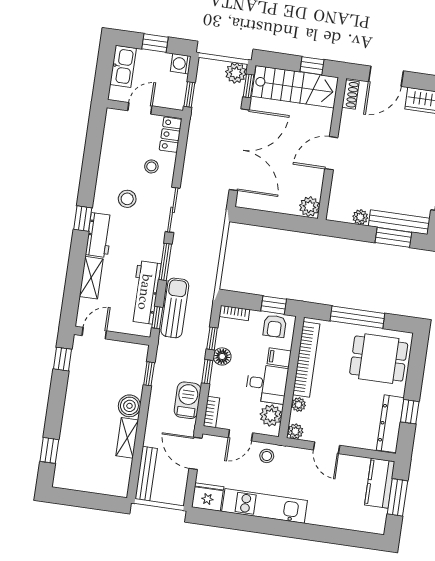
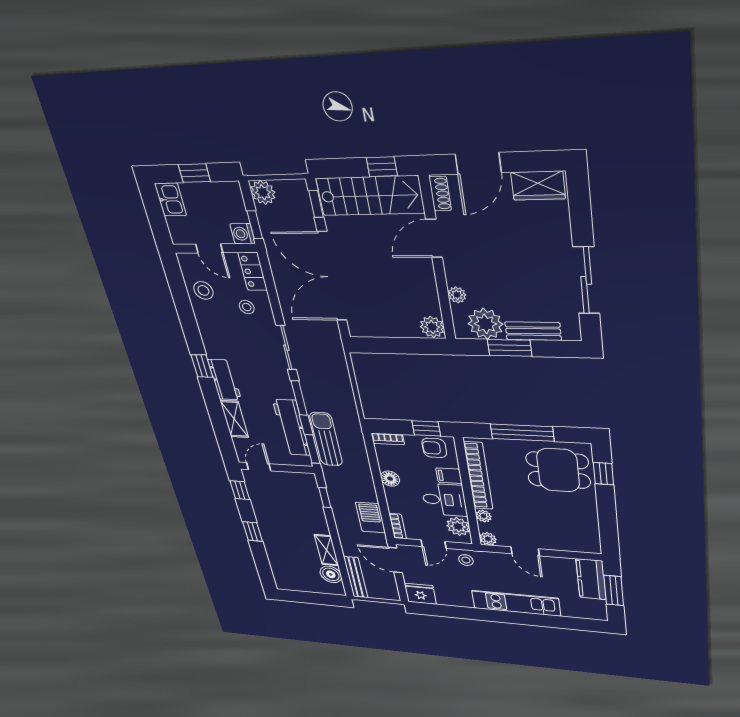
washing machine: (181, 64) -> (243, 234), moved
kitchen sink: (123, 66) -> (171, 199), width x0.73
plant: (236, 73) -> (263, 192), moved
door: (140, 108) -> (209, 248), swing flipped
double door: (239, 150) -> (332, 277), swing flipped
door: (331, 153) -> (434, 238), moved
plant: (339, 181) -> (457, 295), added
stool: (127, 199) -> (203, 290), moved
plant: (360, 217) -> (485, 324), width x1.87, depth x1.87
bench: (399, 222) -> (533, 331), width x0.73
window: (393, 237) -> (510, 348), moved
window: (157, 318) -> (312, 449), width x1.50
armchair: (275, 326) -> (434, 448), turned 90
window: (212, 338) -> (374, 463), removed
window: (207, 372) -> (380, 493), removed
boiler: (129, 406) -> (331, 574), moved
window: (410, 412) -> (603, 474), moved
dresser: (390, 424) -> (588, 528), removed
window: (49, 450) -> (253, 531), moved
kitchen unit: (265, 506) -> (516, 603), moved

